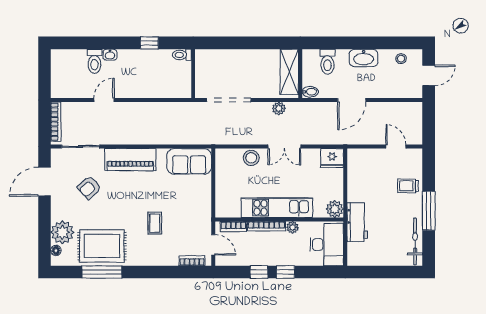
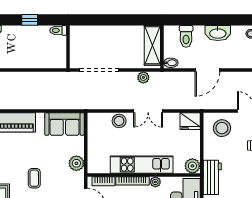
stool: (368, 166) -> (222, 128), added
plant: (203, 206) -> (76, 163), added

